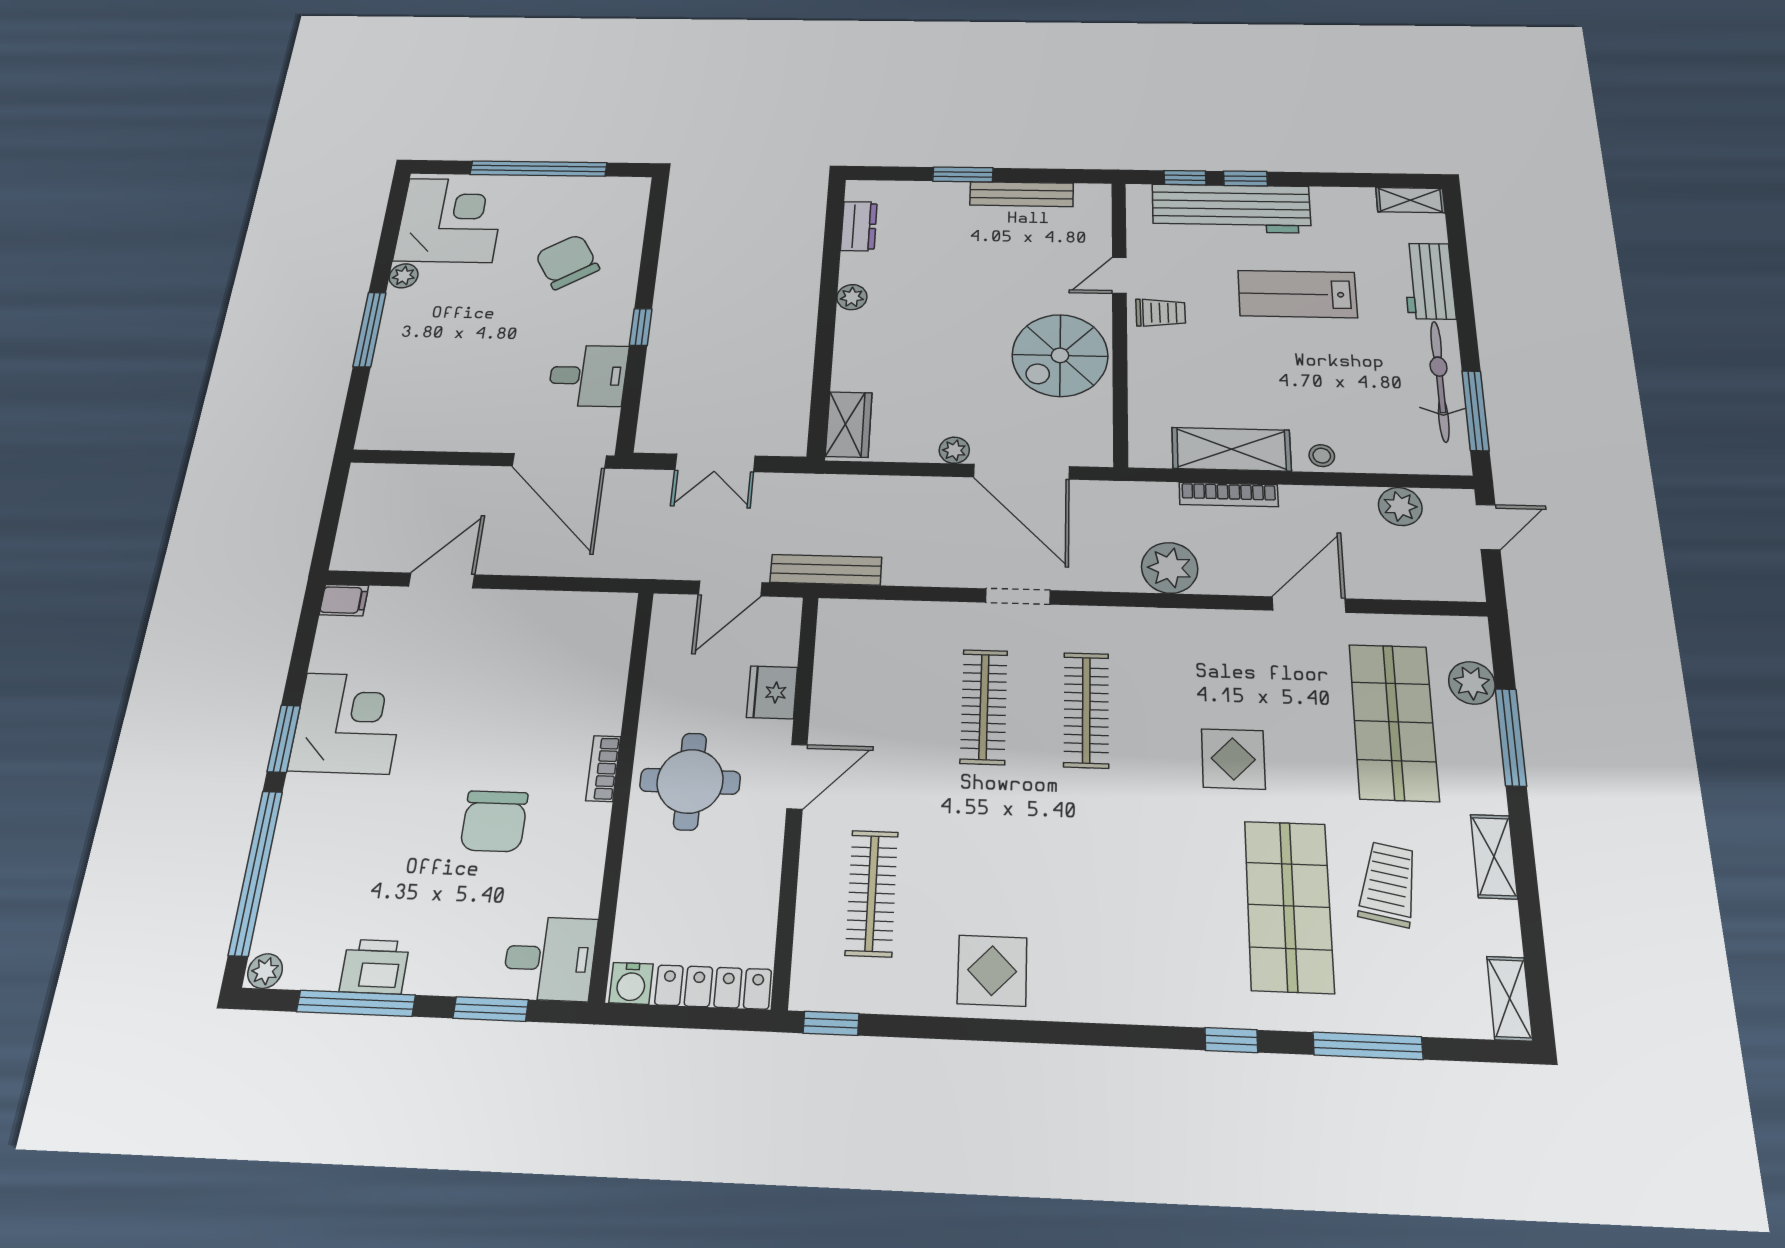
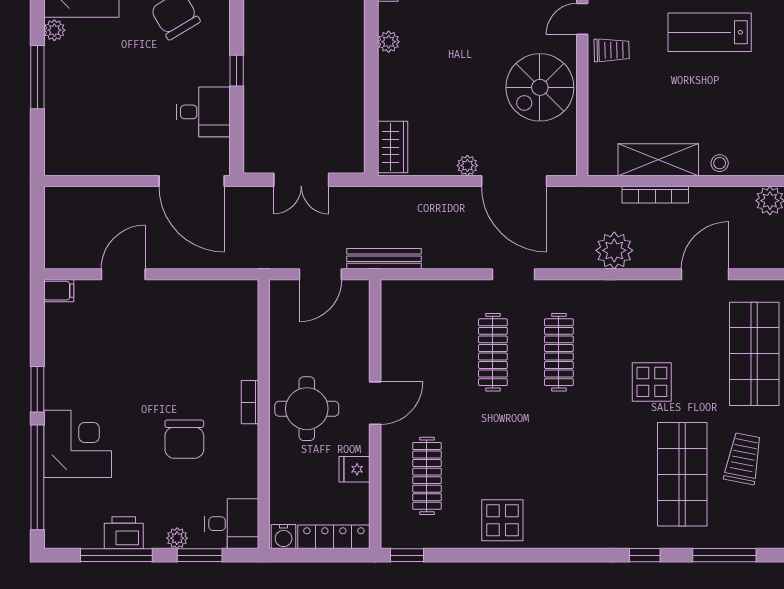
fridge: (772, 692) -> (355, 469), moved, width x0.72
corner desk: (348, 723) -> (78, 444), moved
plant: (265, 971) -> (177, 538), moved

